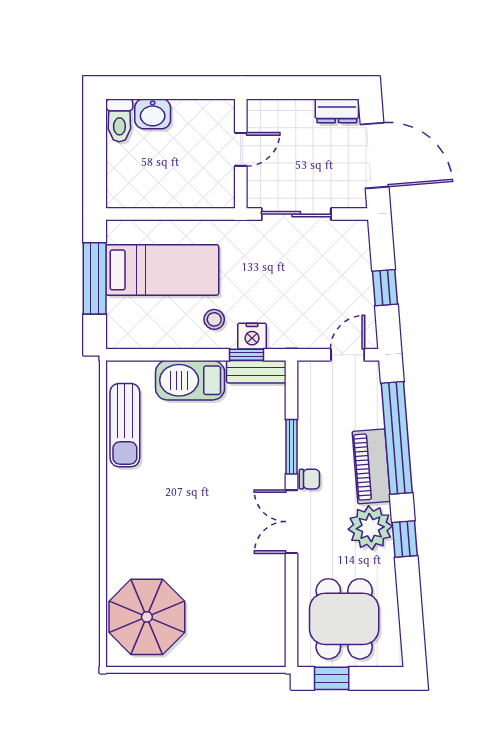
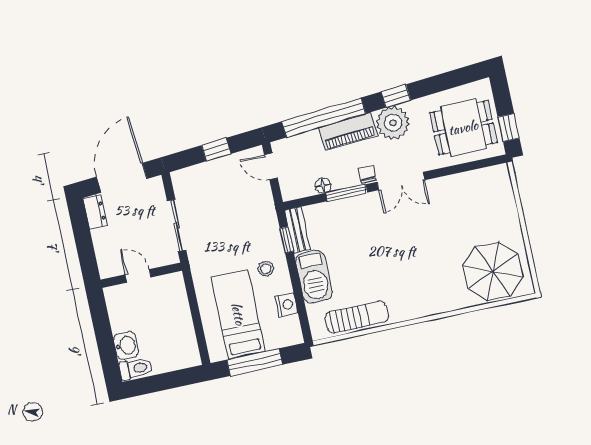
nightstand: (252, 336) -> (286, 305), moved
floor lamp: (307, 418) -> (323, 186), added

